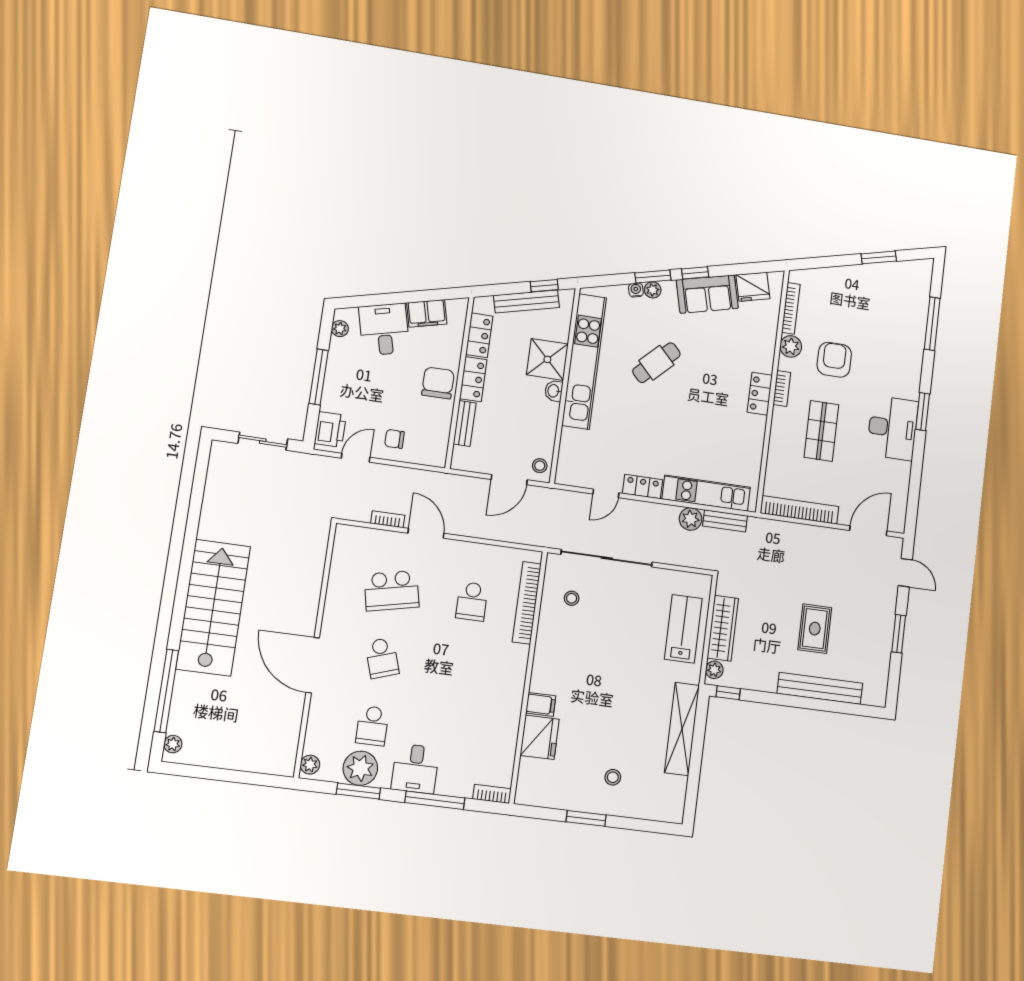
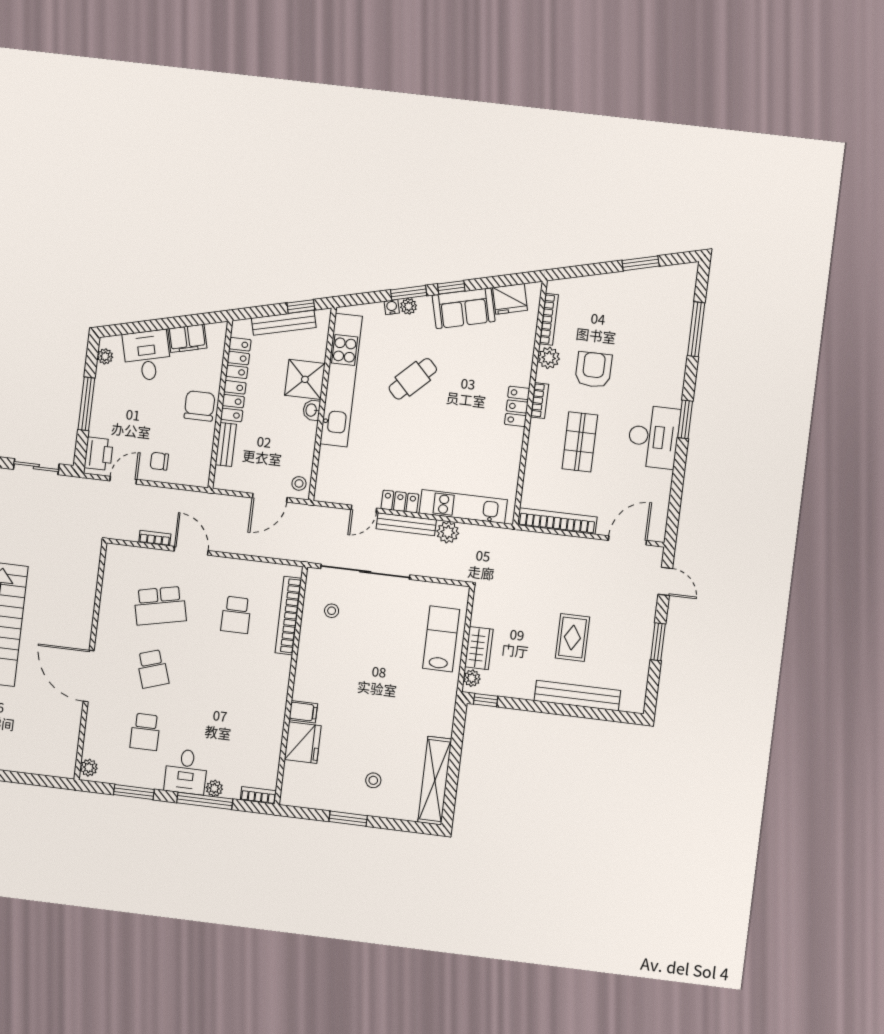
bench: (725, 521) -> (406, 524), moved, width x1.36
wardrobe: (723, 628) -> (479, 648), width x0.67
shelving: (682, 729) -> (435, 781), moved
plant: (360, 768) -> (214, 788), moved, width x0.53, depth x0.53

